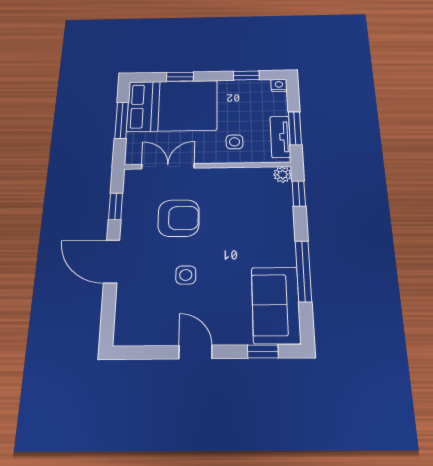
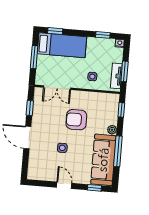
window: (180, 77) -> (55, 31), moved
bed: (172, 106) -> (62, 45), width x0.67
double door: (168, 166) -> (57, 88), swing flipped
plant: (283, 175) -> (112, 130), moved
armchair: (179, 218) -> (76, 120), moved, turned 180
sofa: (276, 305) -> (103, 160), width x1.36

